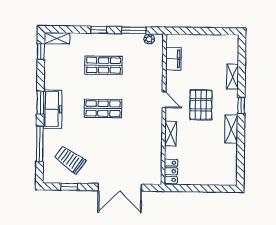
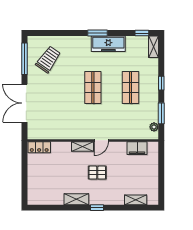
shelving: (233, 77) -> (136, 200), moved
pallet: (201, 105) -> (97, 173), width x0.67, depth x0.71
freezer: (53, 109) -> (108, 44), moved
shelving: (171, 134) -> (83, 147), moved
window: (40, 144) -> (62, 33), removed
window: (69, 187) -> (25, 59), width x2.17

